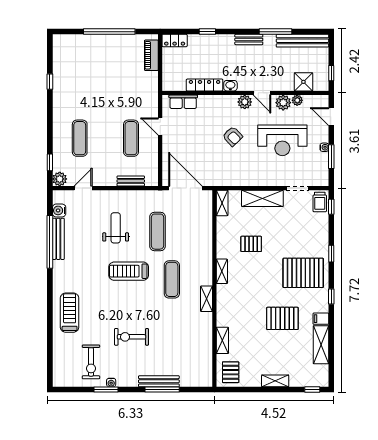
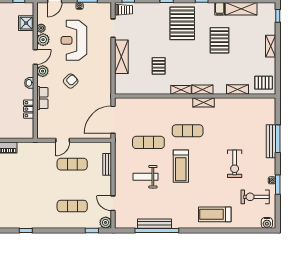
locker: (205, 85) -> (29, 109), width x0.66
row of seats: (183, 102) -> (42, 98), moved
reception desk: (282, 140) -> (74, 40), turned 180
shelving: (222, 203) -> (202, 90), moved
water cooler: (59, 210) -> (267, 223), moved
exercise bike: (91, 362) -> (255, 197), turned 180

